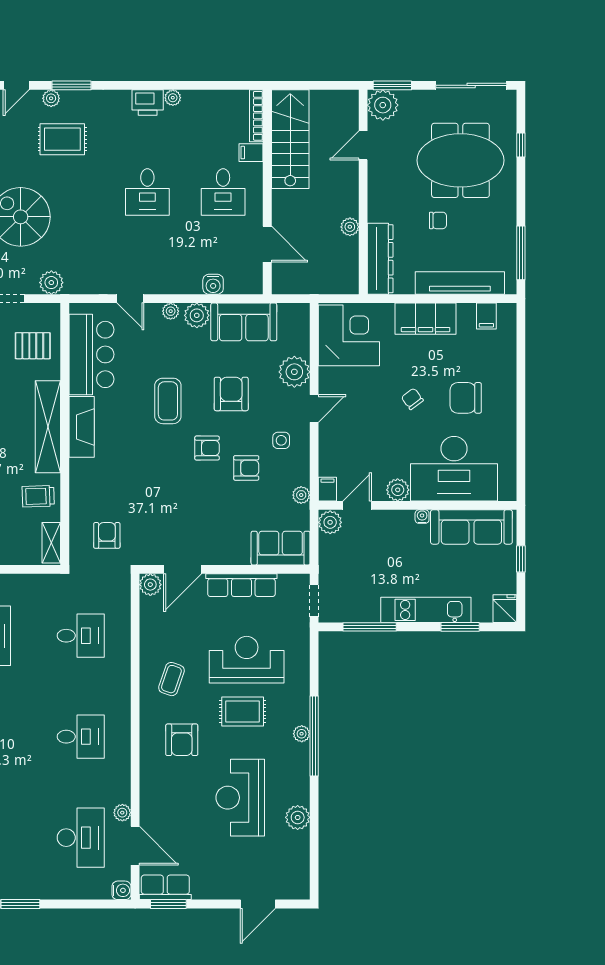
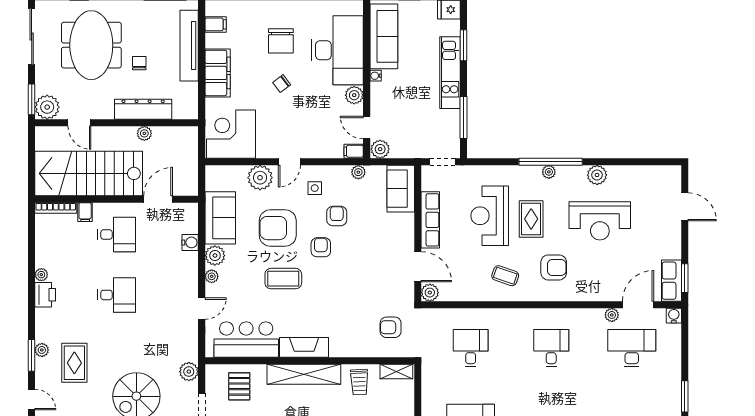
plant: (51, 98) -> (42, 350), moved
stairs: (290, 139) -> (89, 173), width x1.36, depth x1.51
dresser: (380, 259) -> (143, 109), moved
armchair: (231, 394) -> (278, 228), width x1.36, depth x1.36
door: (314, 408) -> (289, 162), swing flipped
plant: (298, 817) -> (597, 175), moved

